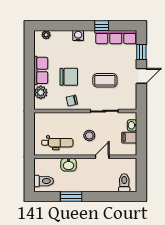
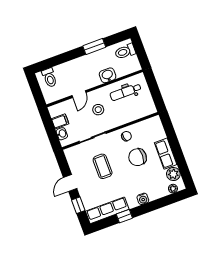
coffee table: (105, 80) -> (103, 166), turned 90
plant: (41, 92) -> (173, 174), moved

